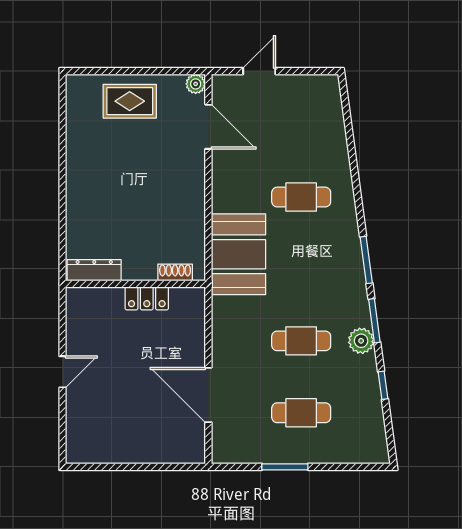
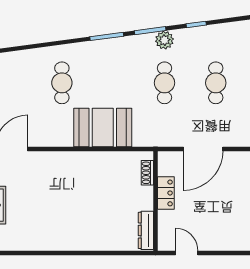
dresser: (94, 270) -> (146, 230), moved
shoe rack: (175, 272) -> (147, 173), moved
wall: (135, 284) -> (156, 201), moved
locker: (147, 298) -> (166, 193), moved

